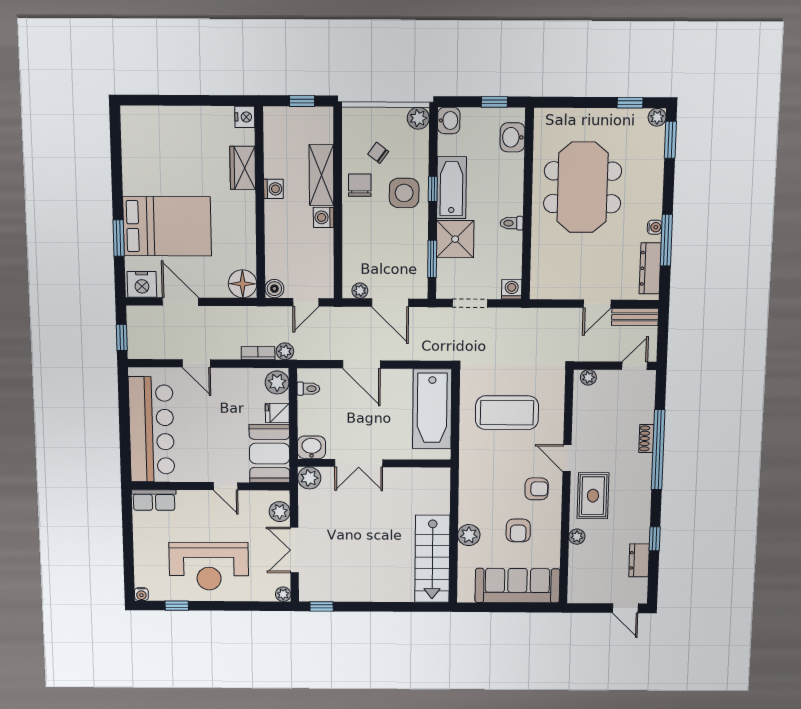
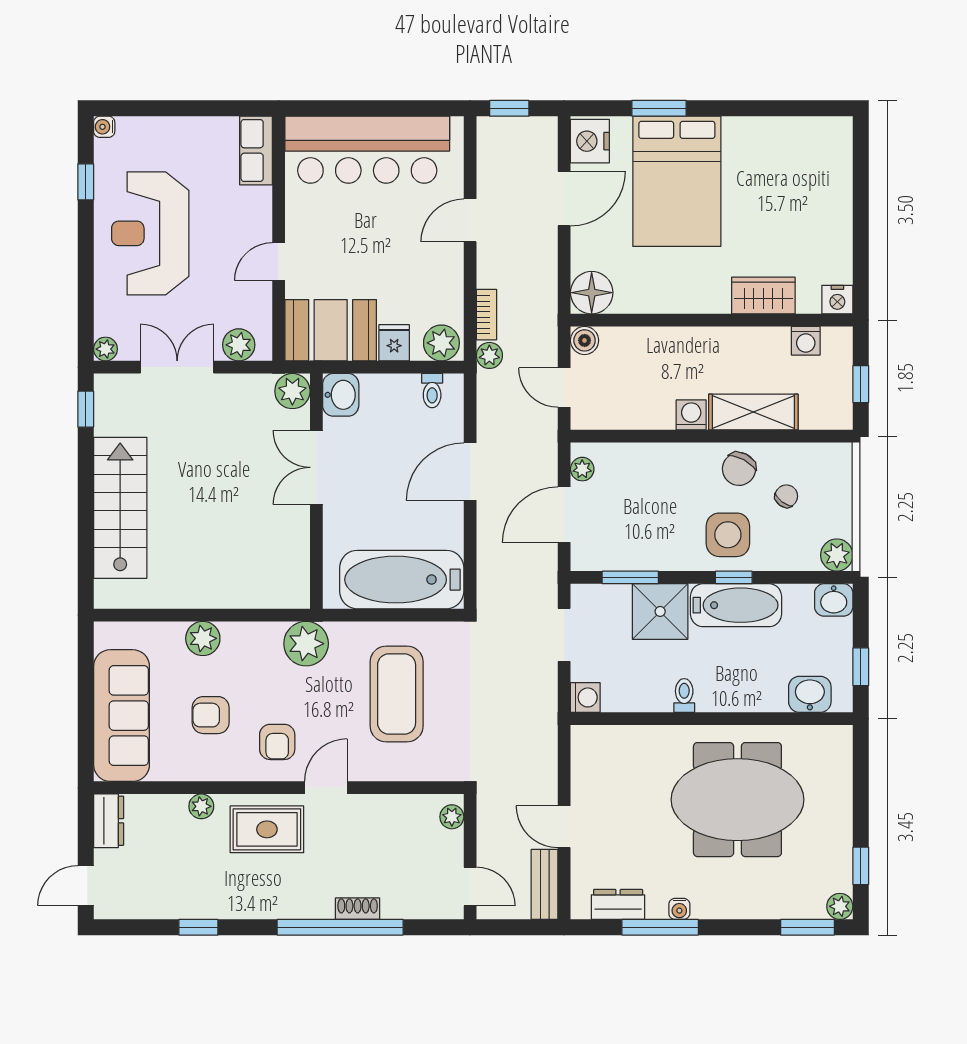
chair: (360, 185) -> (739, 469), turned 118
washing machine: (274, 189) -> (806, 341), moved
dresser: (650, 268) -> (618, 904), width x0.70
plant: (473, 470) -> (306, 644), added
stairs: (432, 559) -> (120, 508), moved, turned 90
dresser: (639, 560) -> (109, 821), moved, turned 90

